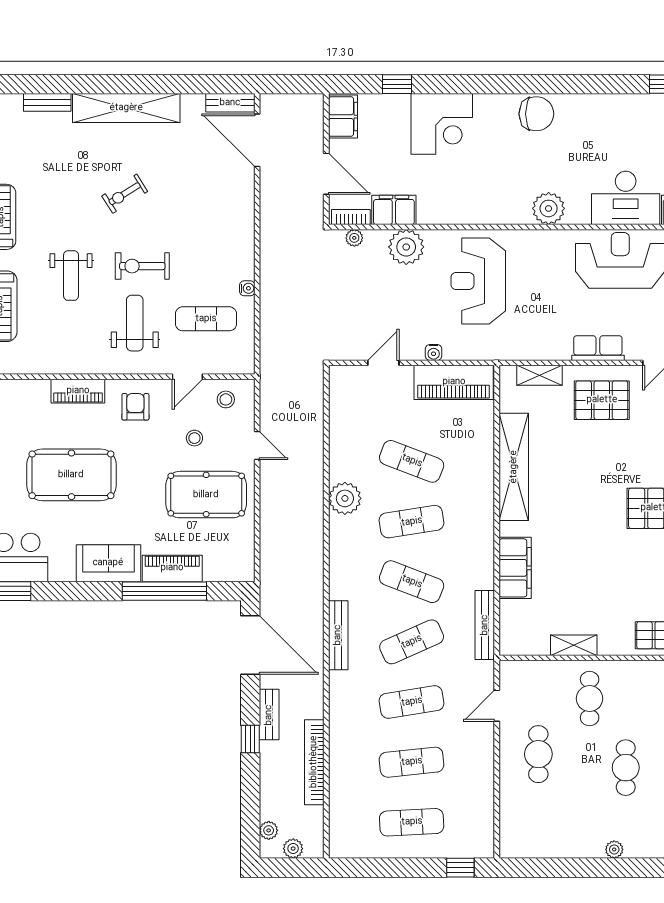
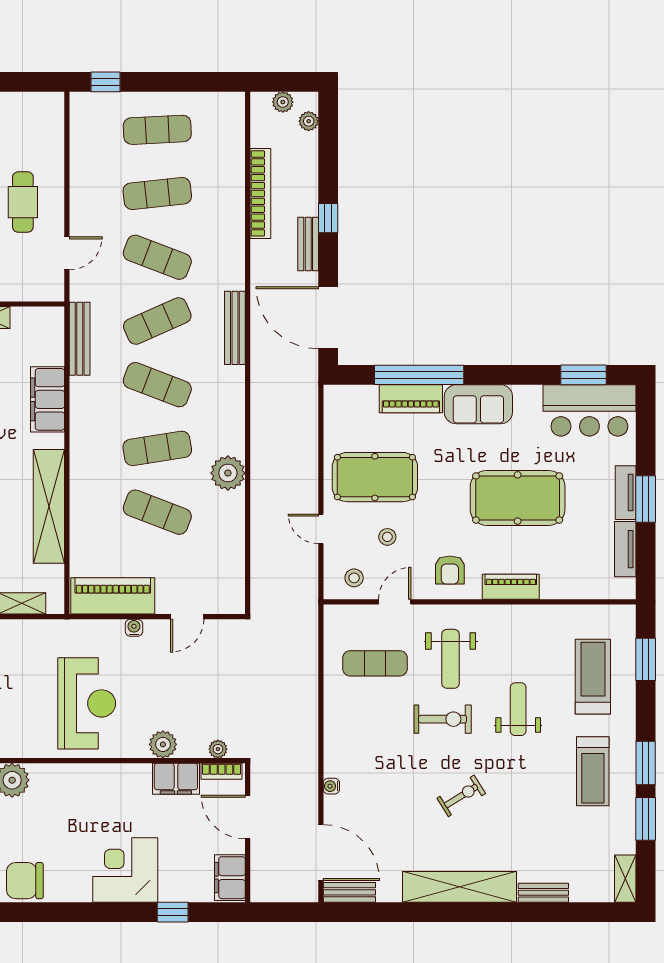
plant: (406, 247) -> (163, 744), width x0.73, depth x0.73
water cooler: (247, 288) -> (331, 786), moved
exercise mat: (412, 702) -> (157, 257), turned 30

